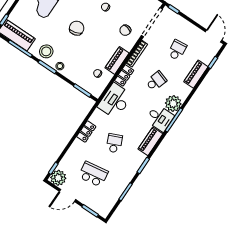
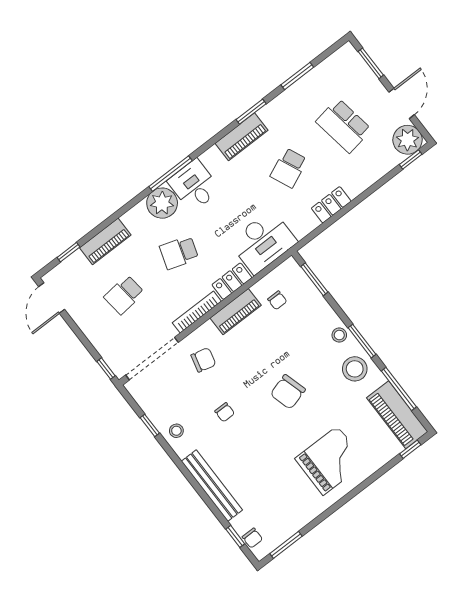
piano: (150, 141) -> (241, 137), moved
door: (67, 195) -> (402, 103), hinge flipped

